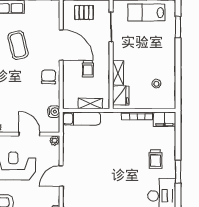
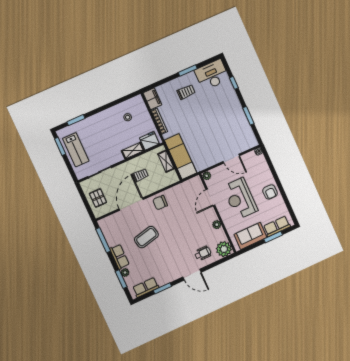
water cooler: (54, 112) -> (185, 186), removed
exam couch: (82, 119) -> (181, 157), width x1.36, depth x1.45

